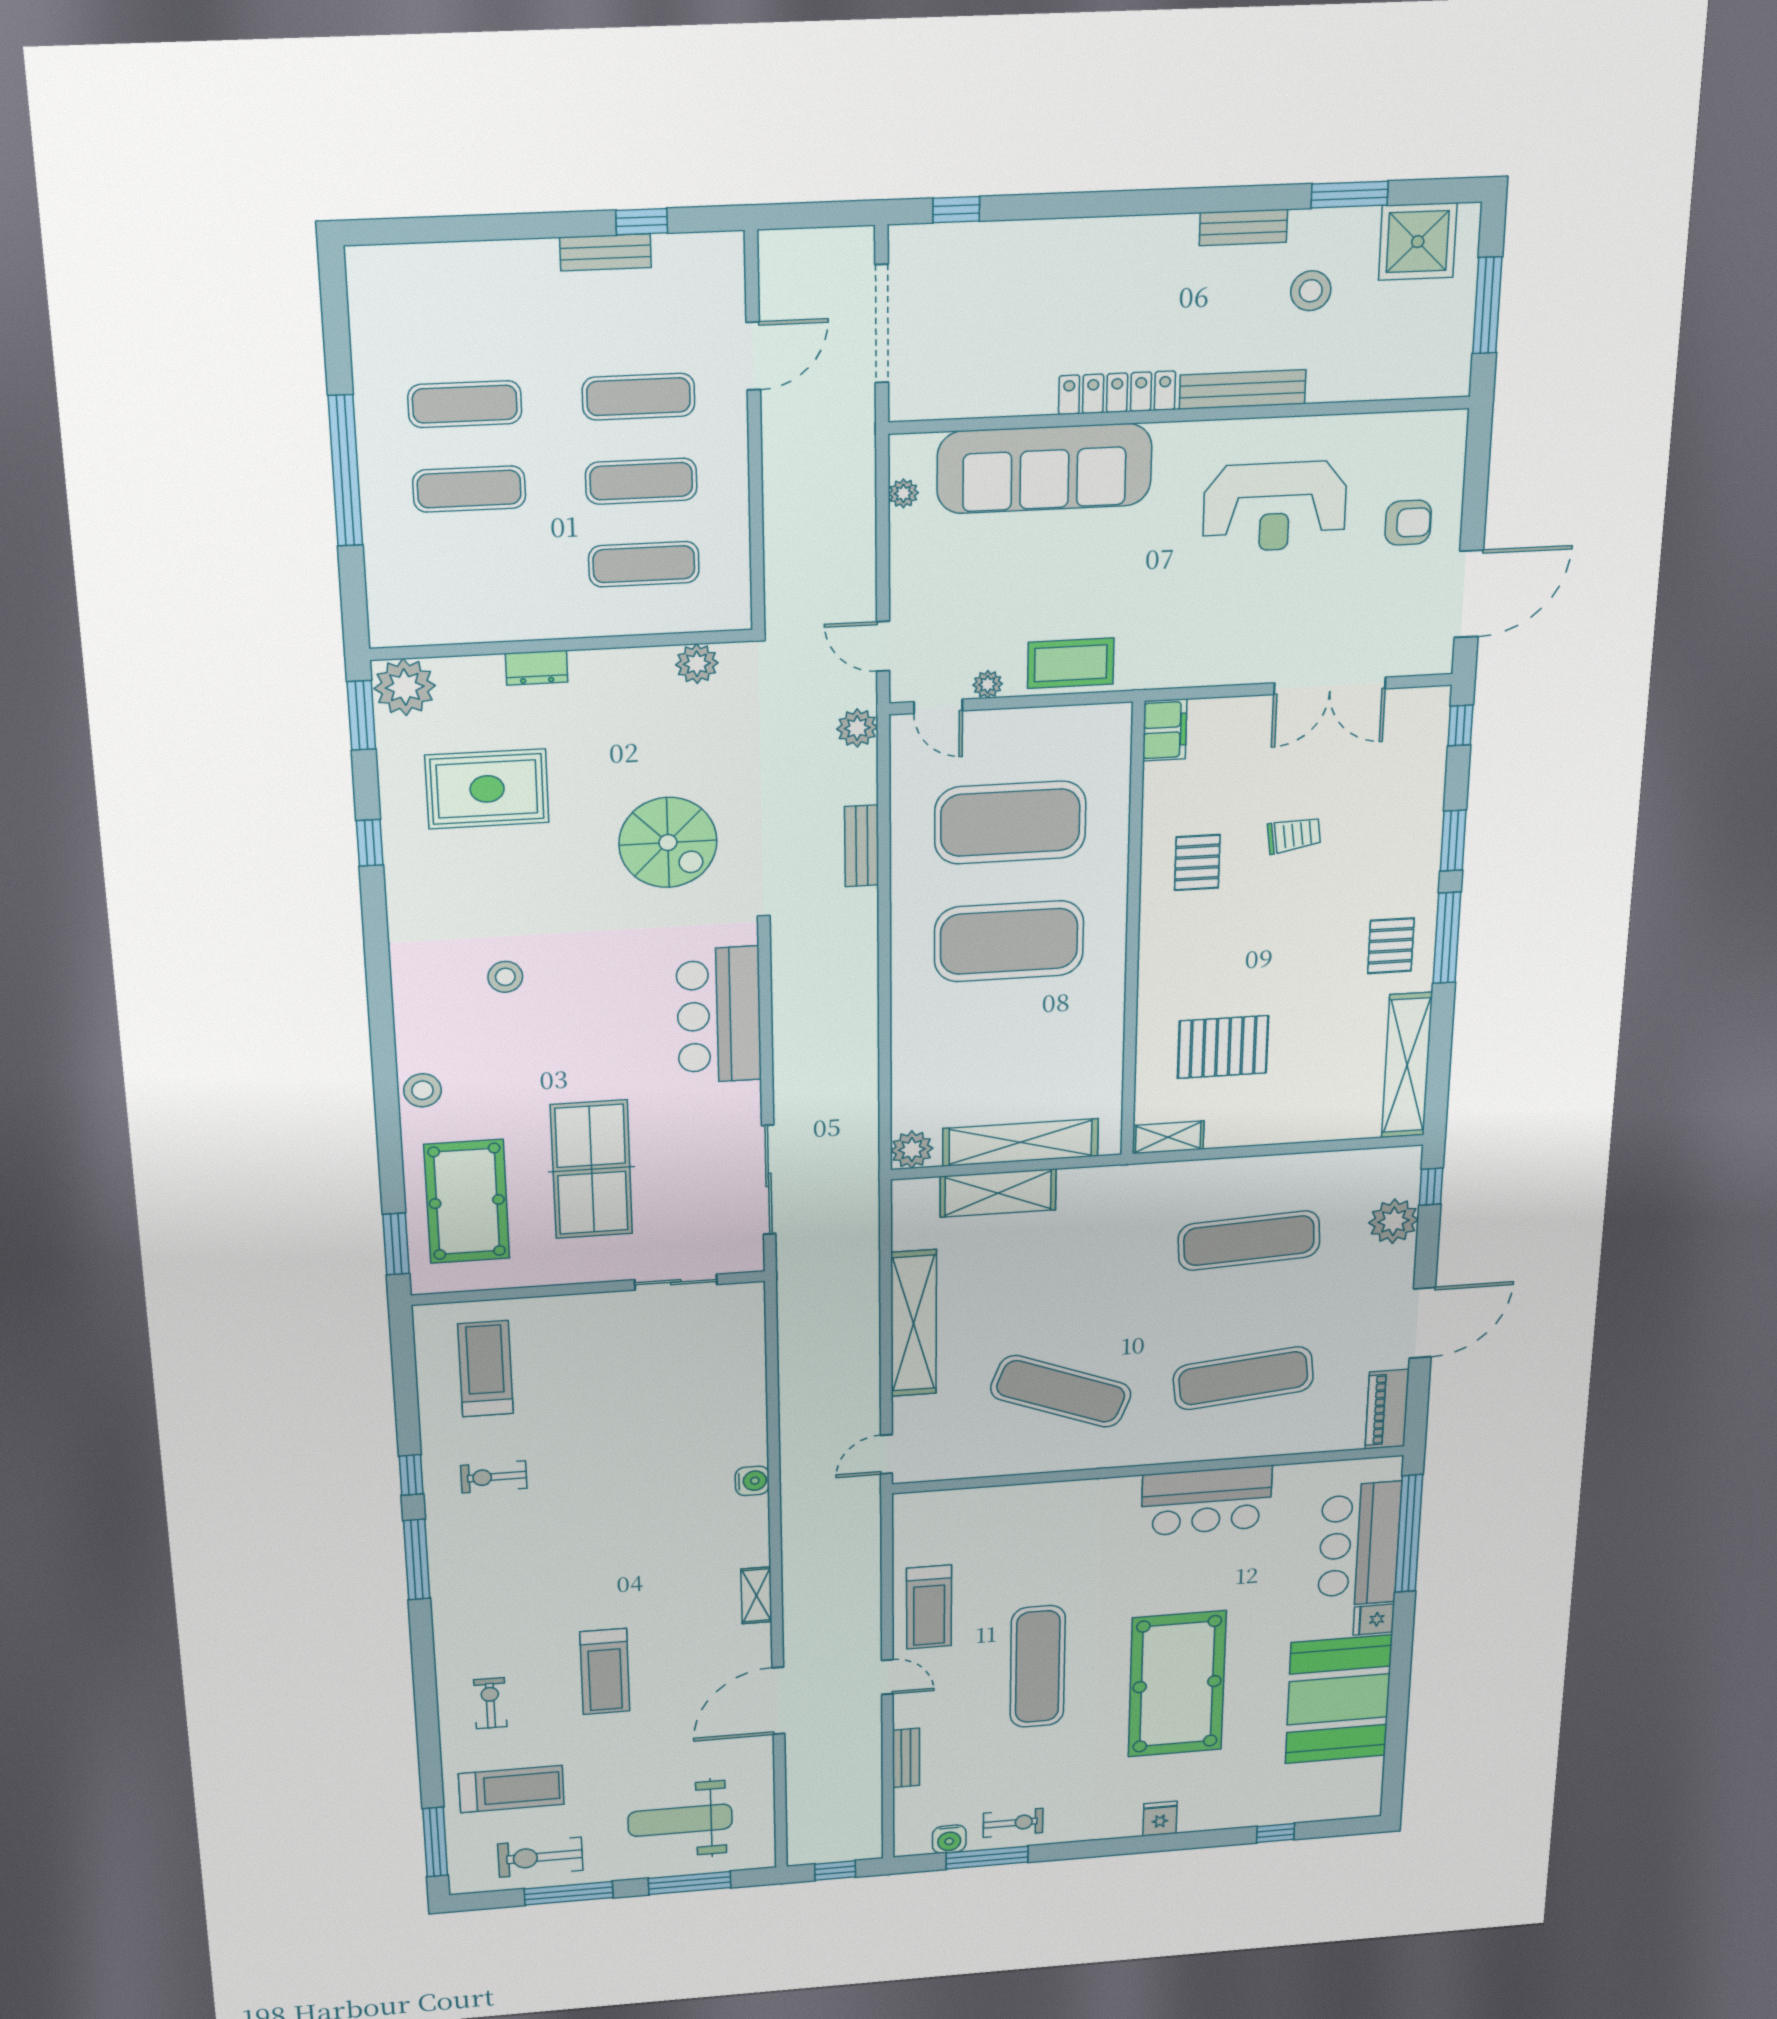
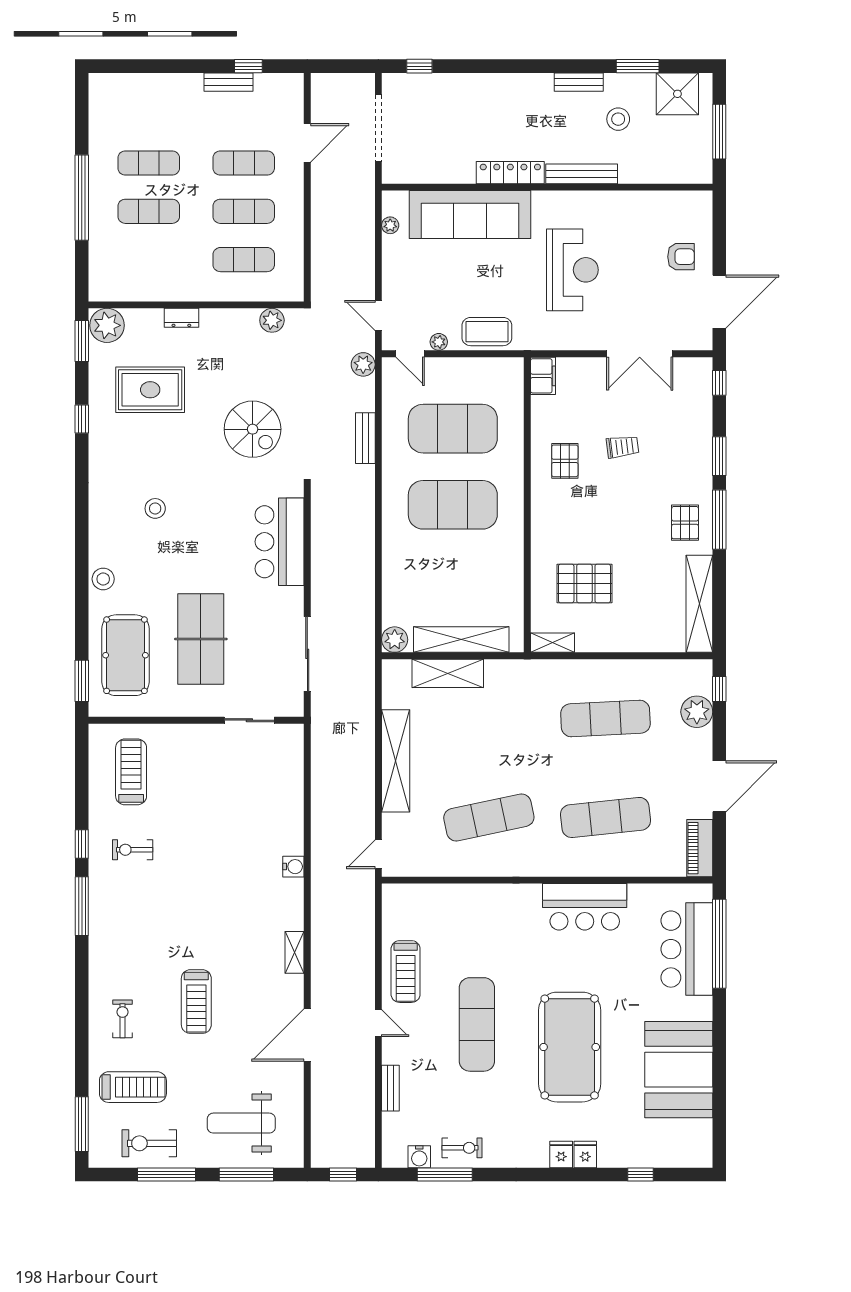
reception desk: (1275, 507) -> (572, 270), moved, turned -90
exercise mat: (1061, 1391) -> (489, 817), turned -33
fridge: (1374, 1619) -> (585, 1154), moved, turned 90

